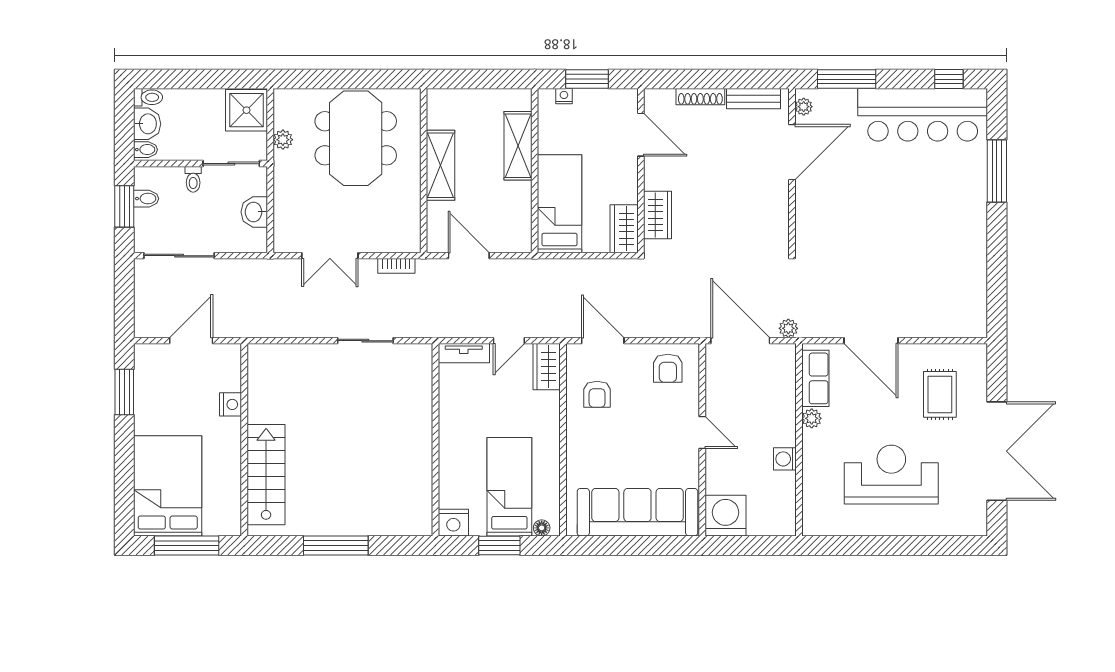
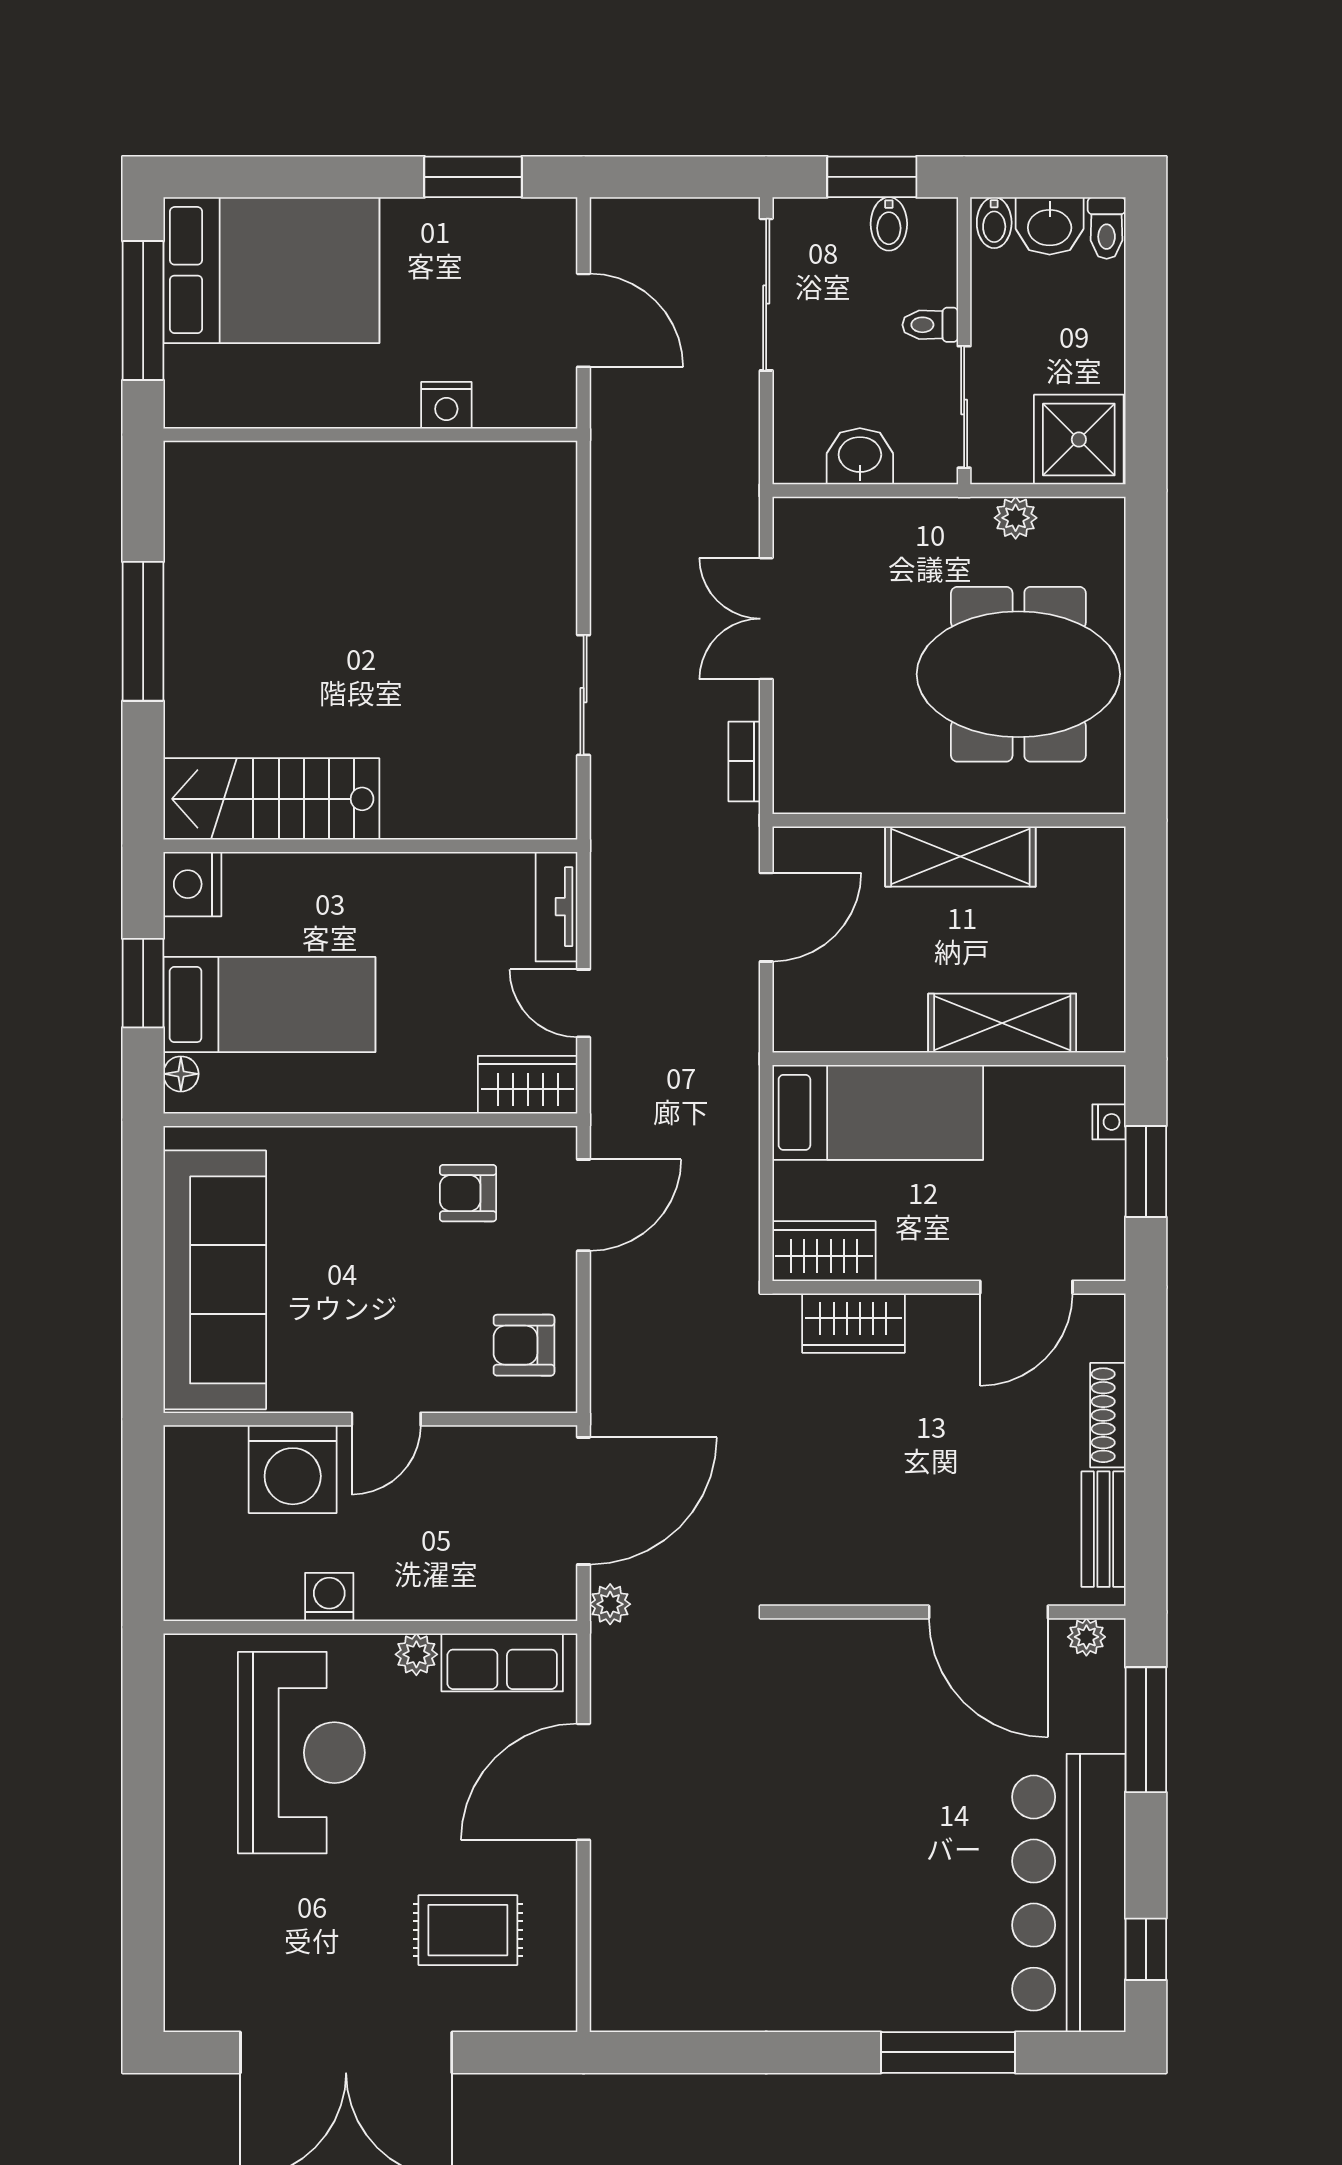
stairs: (266, 475) -> (271, 799), moved, turned 180
reception desk: (891, 475) -> (301, 1753), moved
washing machine: (726, 516) -> (293, 1469), moved, turned 90

